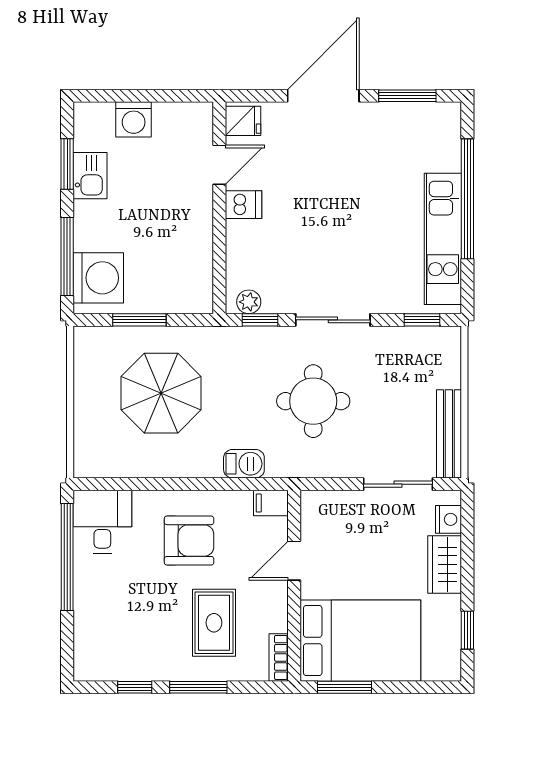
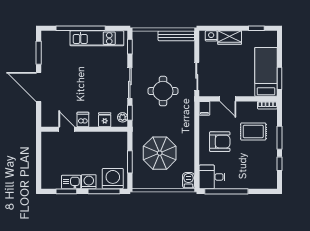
washing machine: (134, 119) -> (89, 182), moved, turned -90
fridge: (243, 121) -> (105, 120), moved
barbecue: (244, 464) -> (188, 181), moved
sliding door: (398, 484) -> (197, 76), moved
armchair: (189, 541) -> (220, 142), turned 90
bed: (360, 641) -> (266, 72), width x0.67

